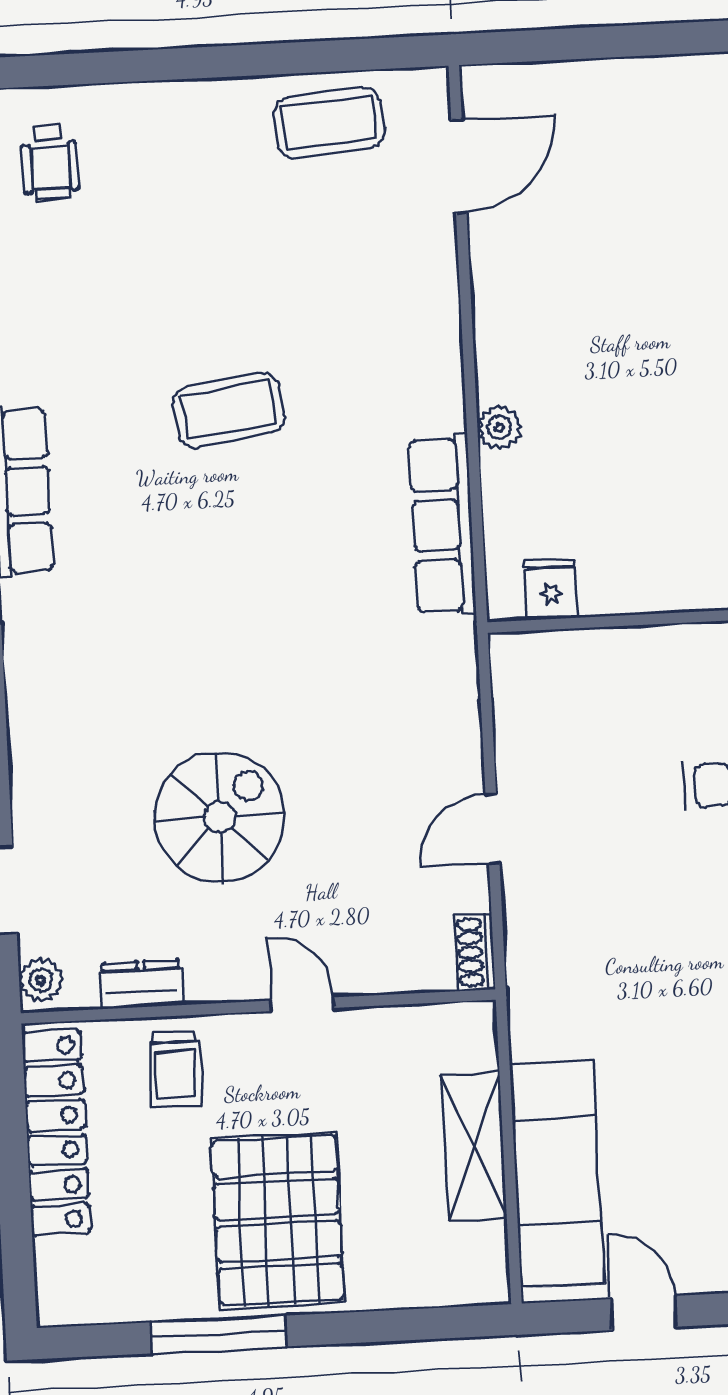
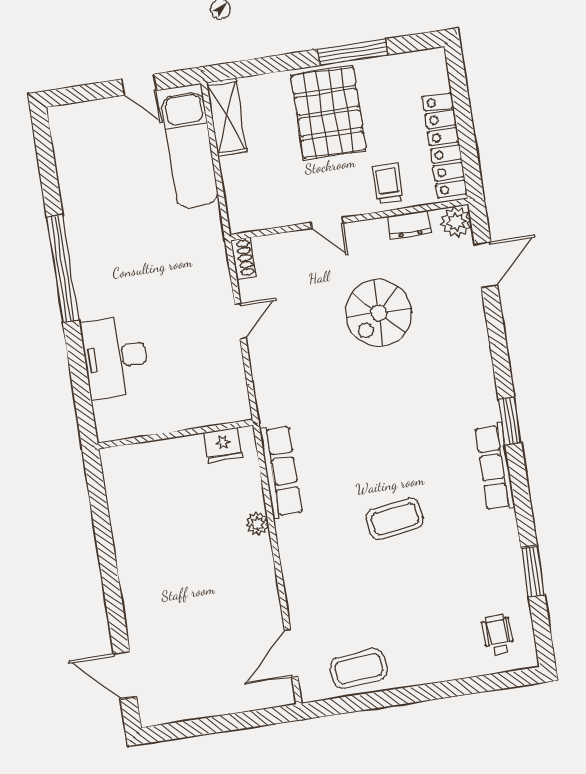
fridge: (551, 589) -> (223, 445), width x1.38
plant: (41, 980) -> (456, 222), width x1.38, depth x1.38
shelving: (474, 1147) -> (227, 117), moved

